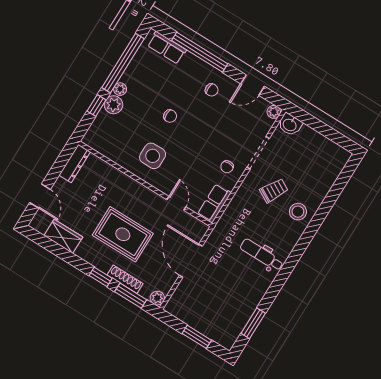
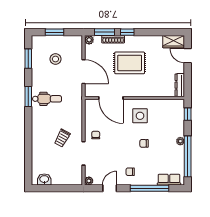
window: (96, 105) -> (188, 114), moved
plant: (114, 105) -> (179, 130), removed
washbasin: (290, 125) -> (44, 179), moved
door: (176, 203) -> (111, 98), width x1.87
row of seats: (214, 203) -> (90, 111), removed
stool: (298, 212) -> (55, 59), moved
wardrobe: (63, 236) -> (174, 42), moved
window: (284, 273) -> (28, 97), added

